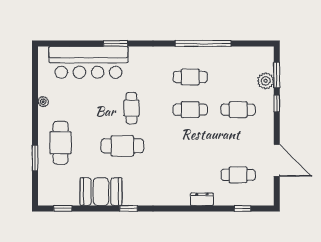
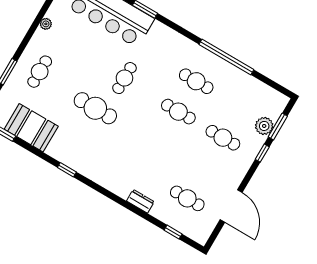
cafe table: (61, 143) -> (40, 72), width x0.73, depth x0.74
booth: (101, 192) -> (31, 128), moved

